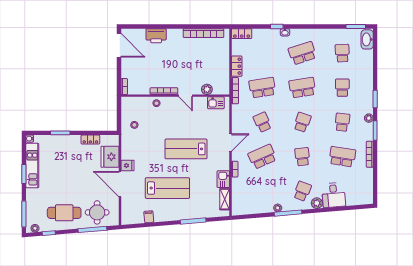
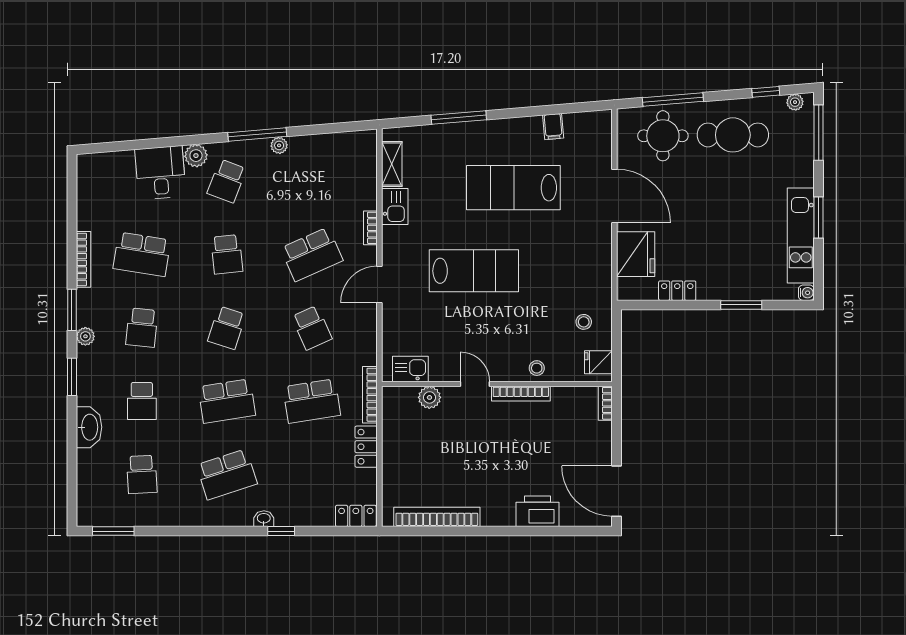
washbasin: (367, 39) -> (89, 427), moved
fridge: (127, 165) -> (598, 362), moved

